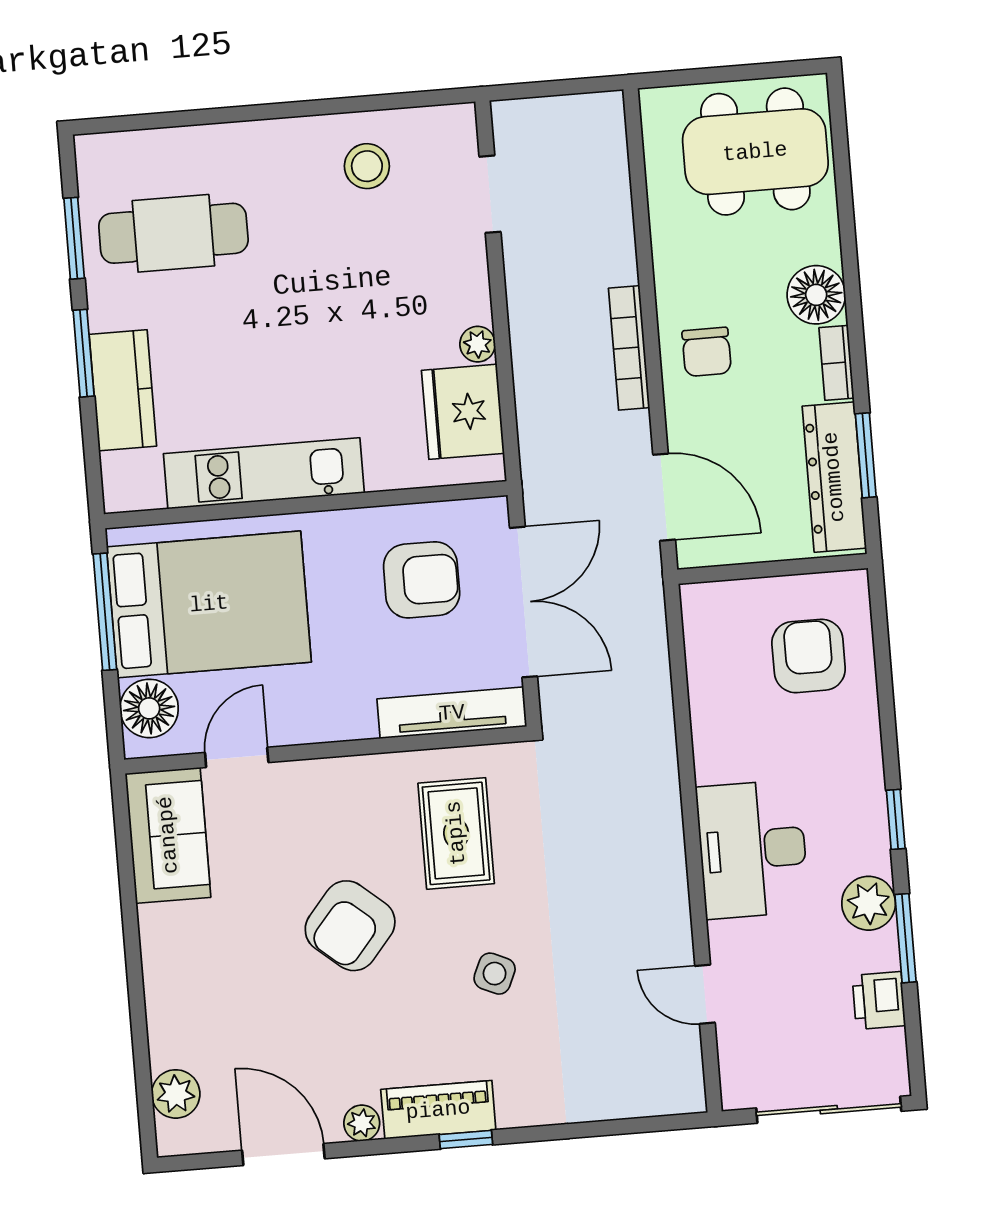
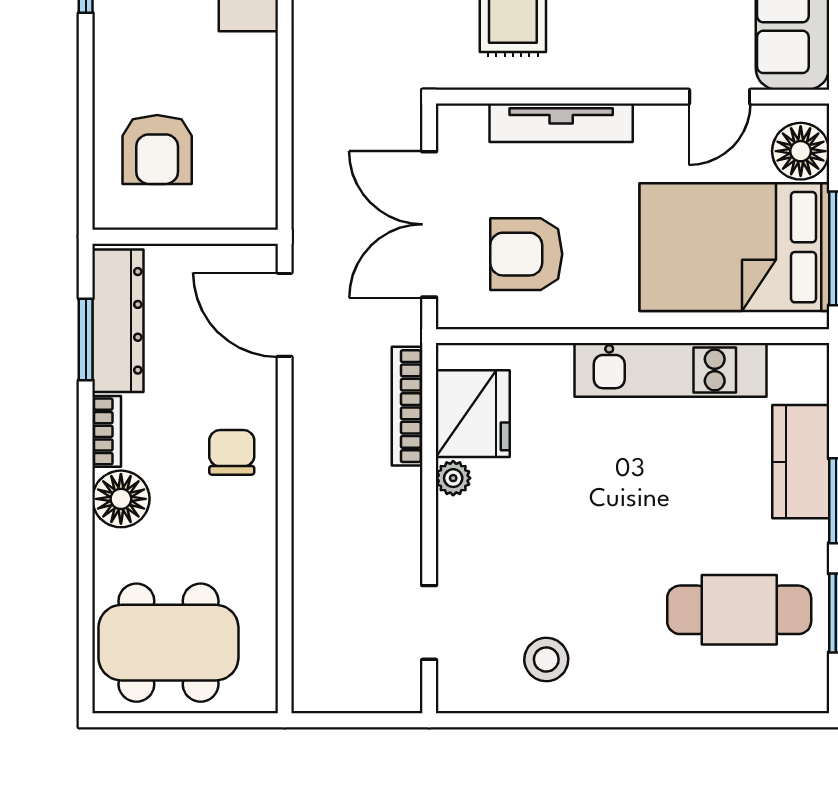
bookcase: (629, 348) -> (407, 406), moved, turned 180
tv unit: (452, 713) -> (561, 123), moved

